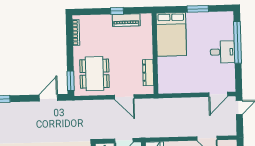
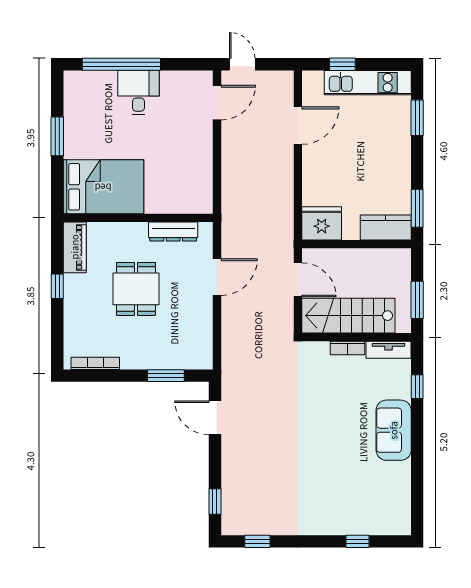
piano: (126, 20) -> (75, 247), moved
dining table: (94, 74) -> (136, 289), moved, width x0.73
window: (71, 81) -> (166, 376), moved
door: (218, 94) -> (217, 103), hinge flipped

